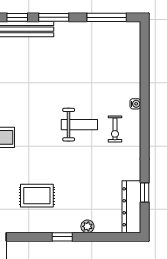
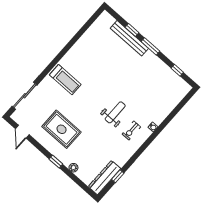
window: (107, 17) -> (177, 70), width x0.46
weight bench: (79, 125) -> (115, 112), turned -90
rug: (37, 196) -> (62, 129), width x1.36, depth x1.43

